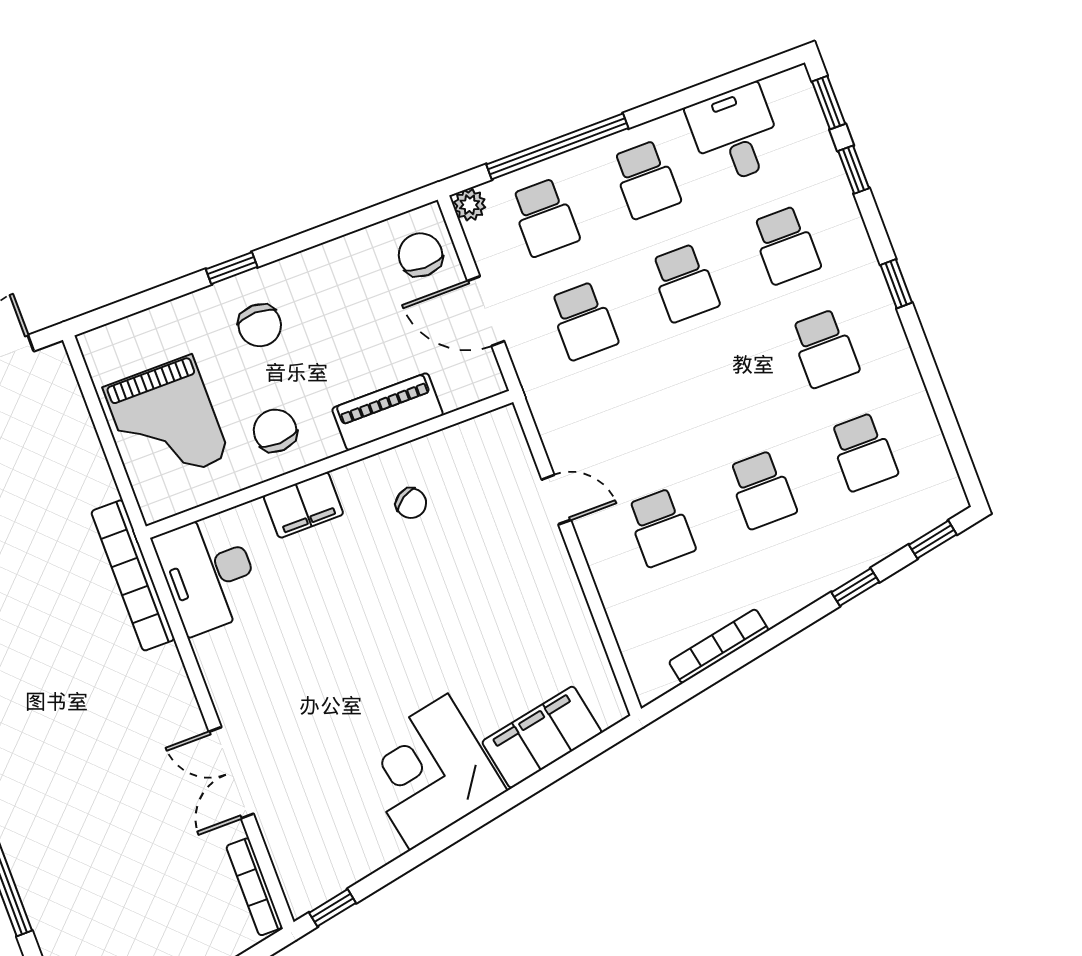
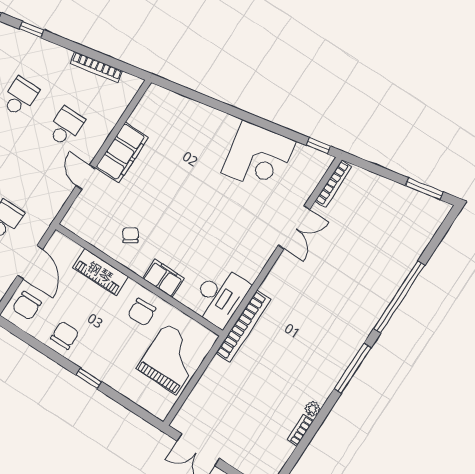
chair: (260, 325) -> (65, 335), moved
filing cabinet: (542, 737) -> (122, 153), moved, turned -79
corner desk: (429, 772) -> (259, 157), moved

